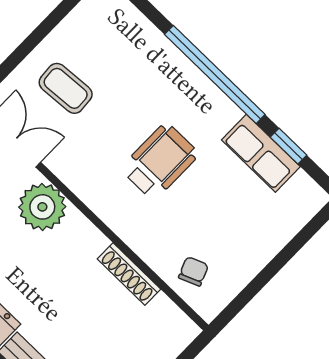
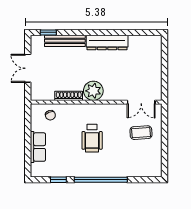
row of seats: (261, 153) -> (38, 147), moved, turned 90
plant: (42, 207) -> (93, 91), moved

